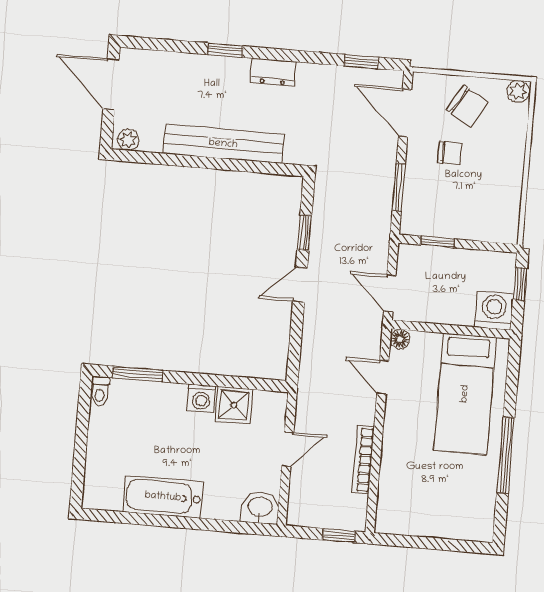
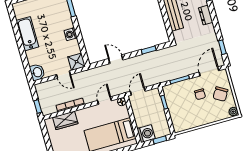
door: (300, 285) -> (116, 59), moved
shower: (234, 405) -> (77, 62), moved
wardrobe: (394, 484) -> (65, 120), added

